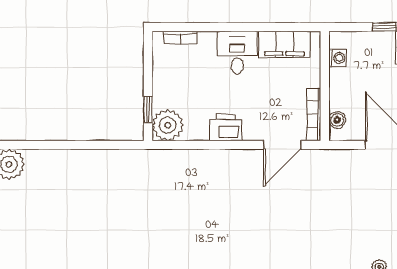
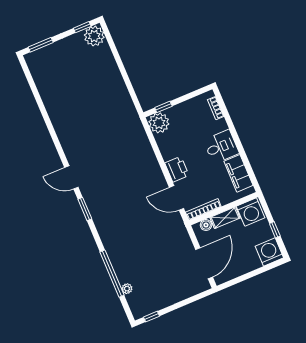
washing machine: (338, 58) -> (251, 212), width x1.89, depth x1.89
shelving: (338, 89) -> (225, 218), added
printer: (226, 128) -> (177, 169), moved

